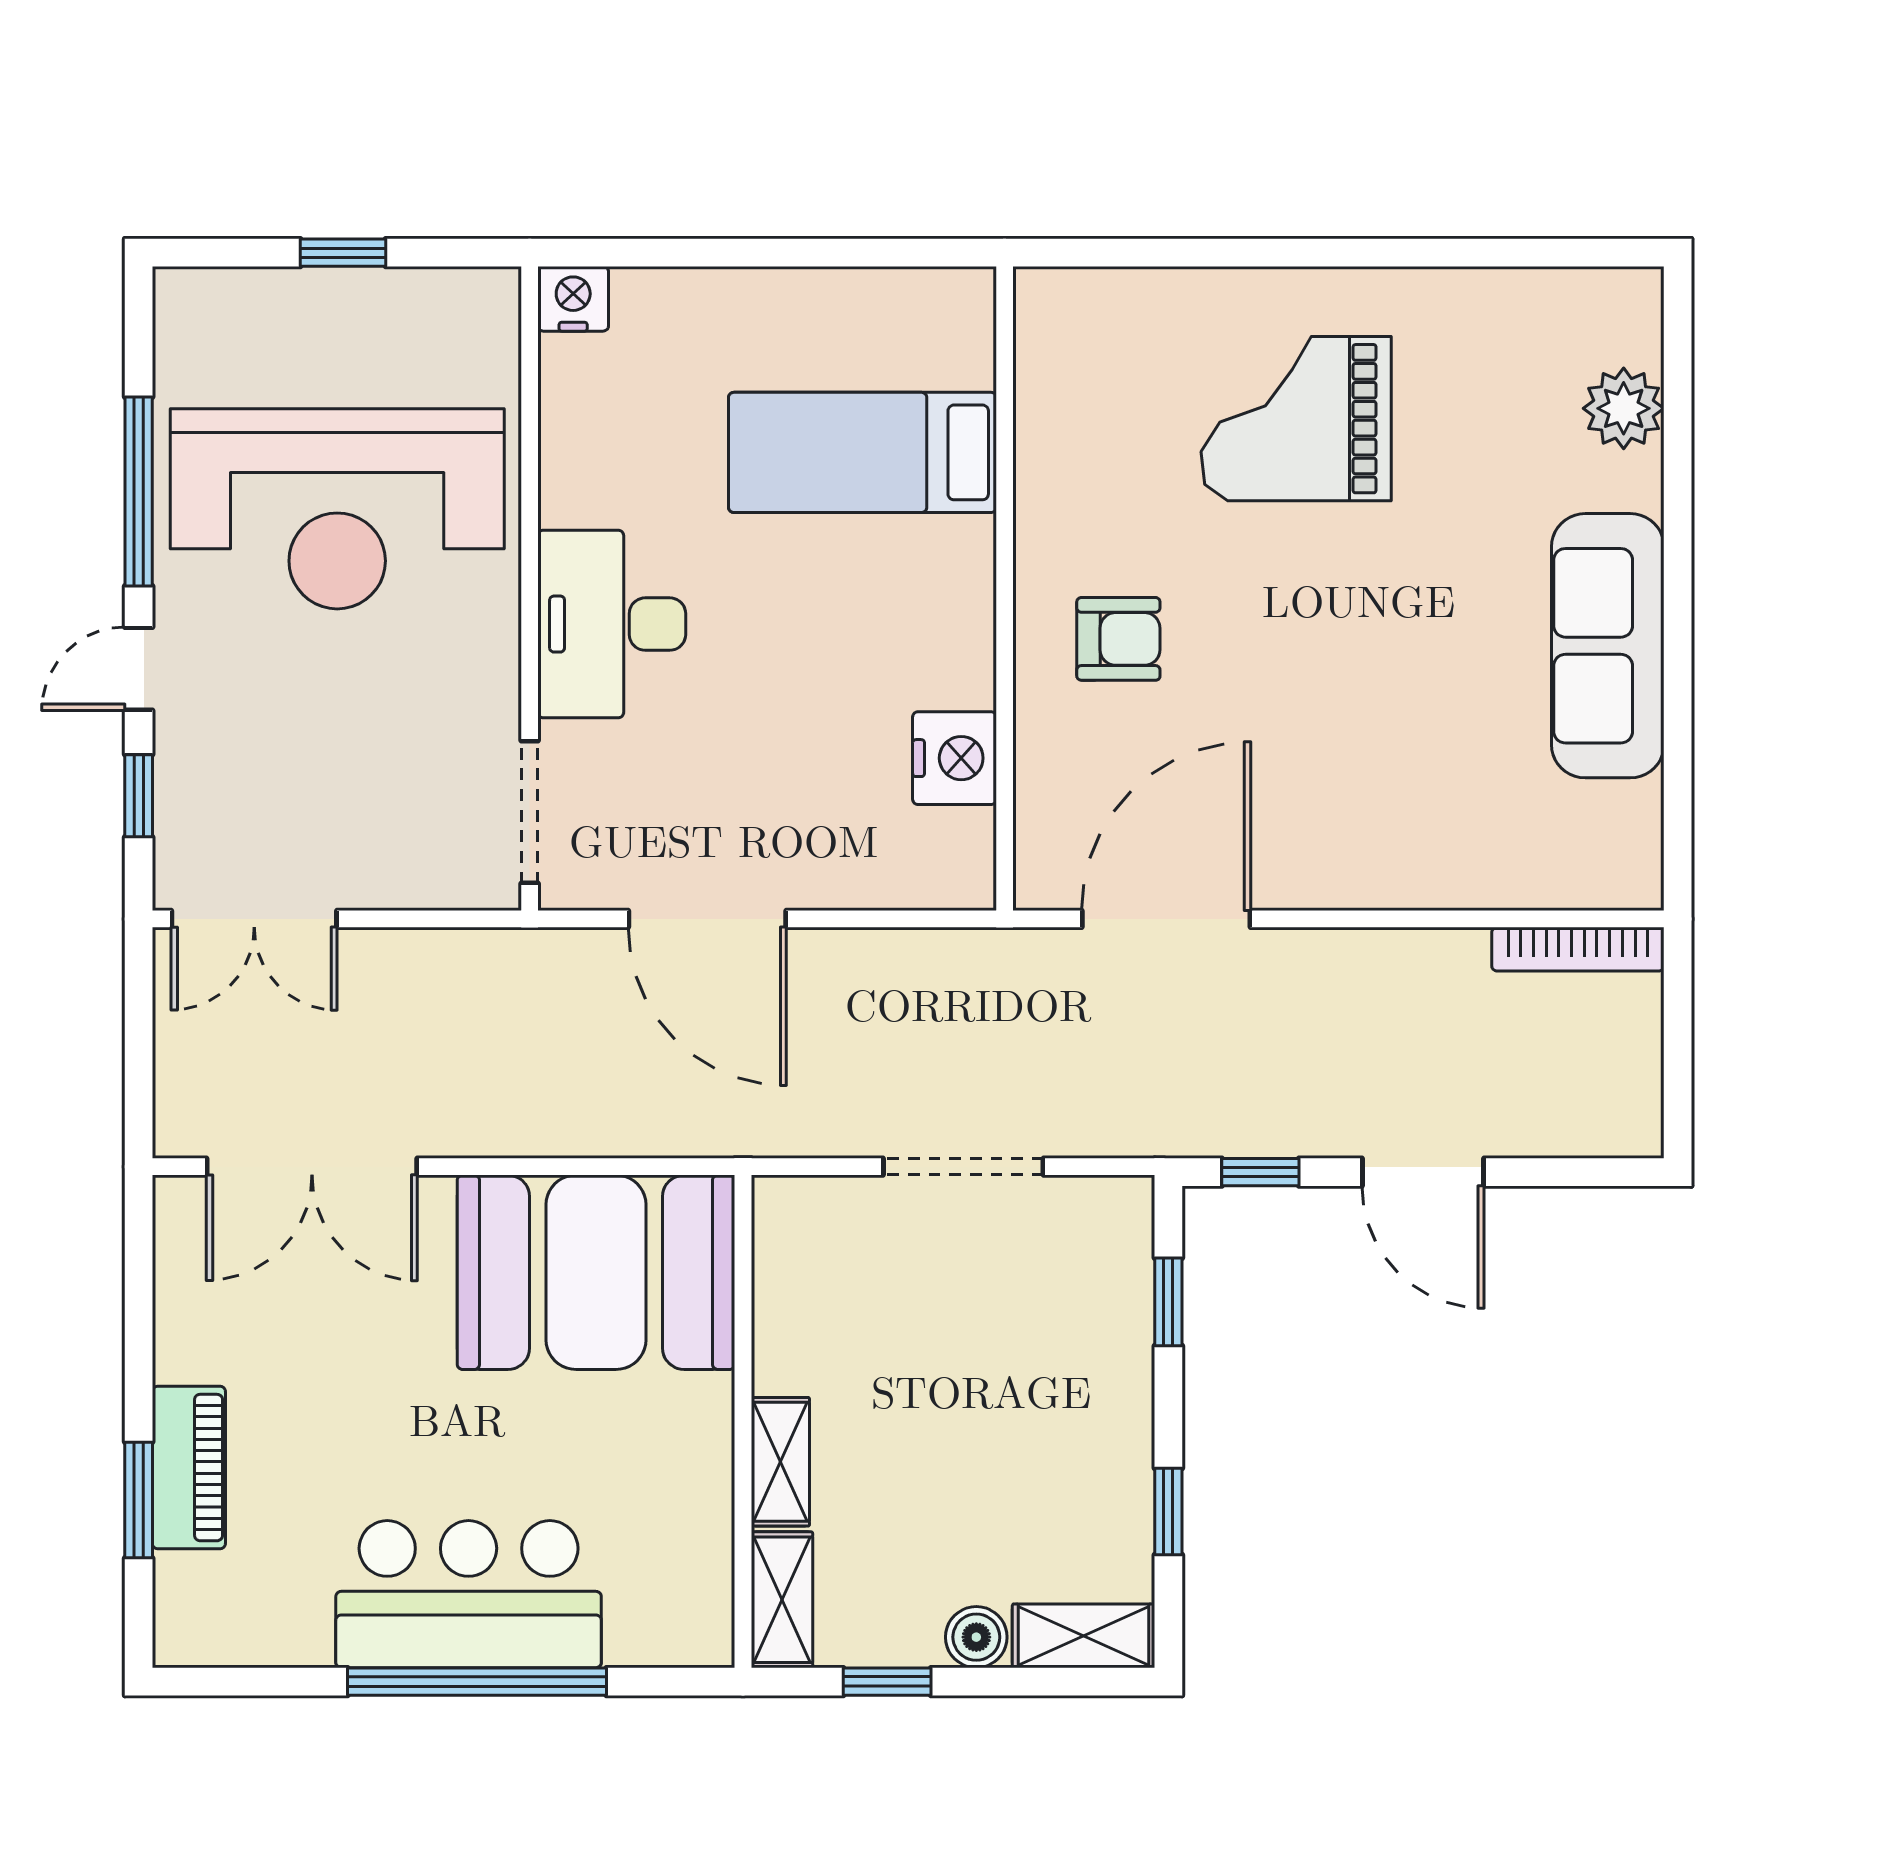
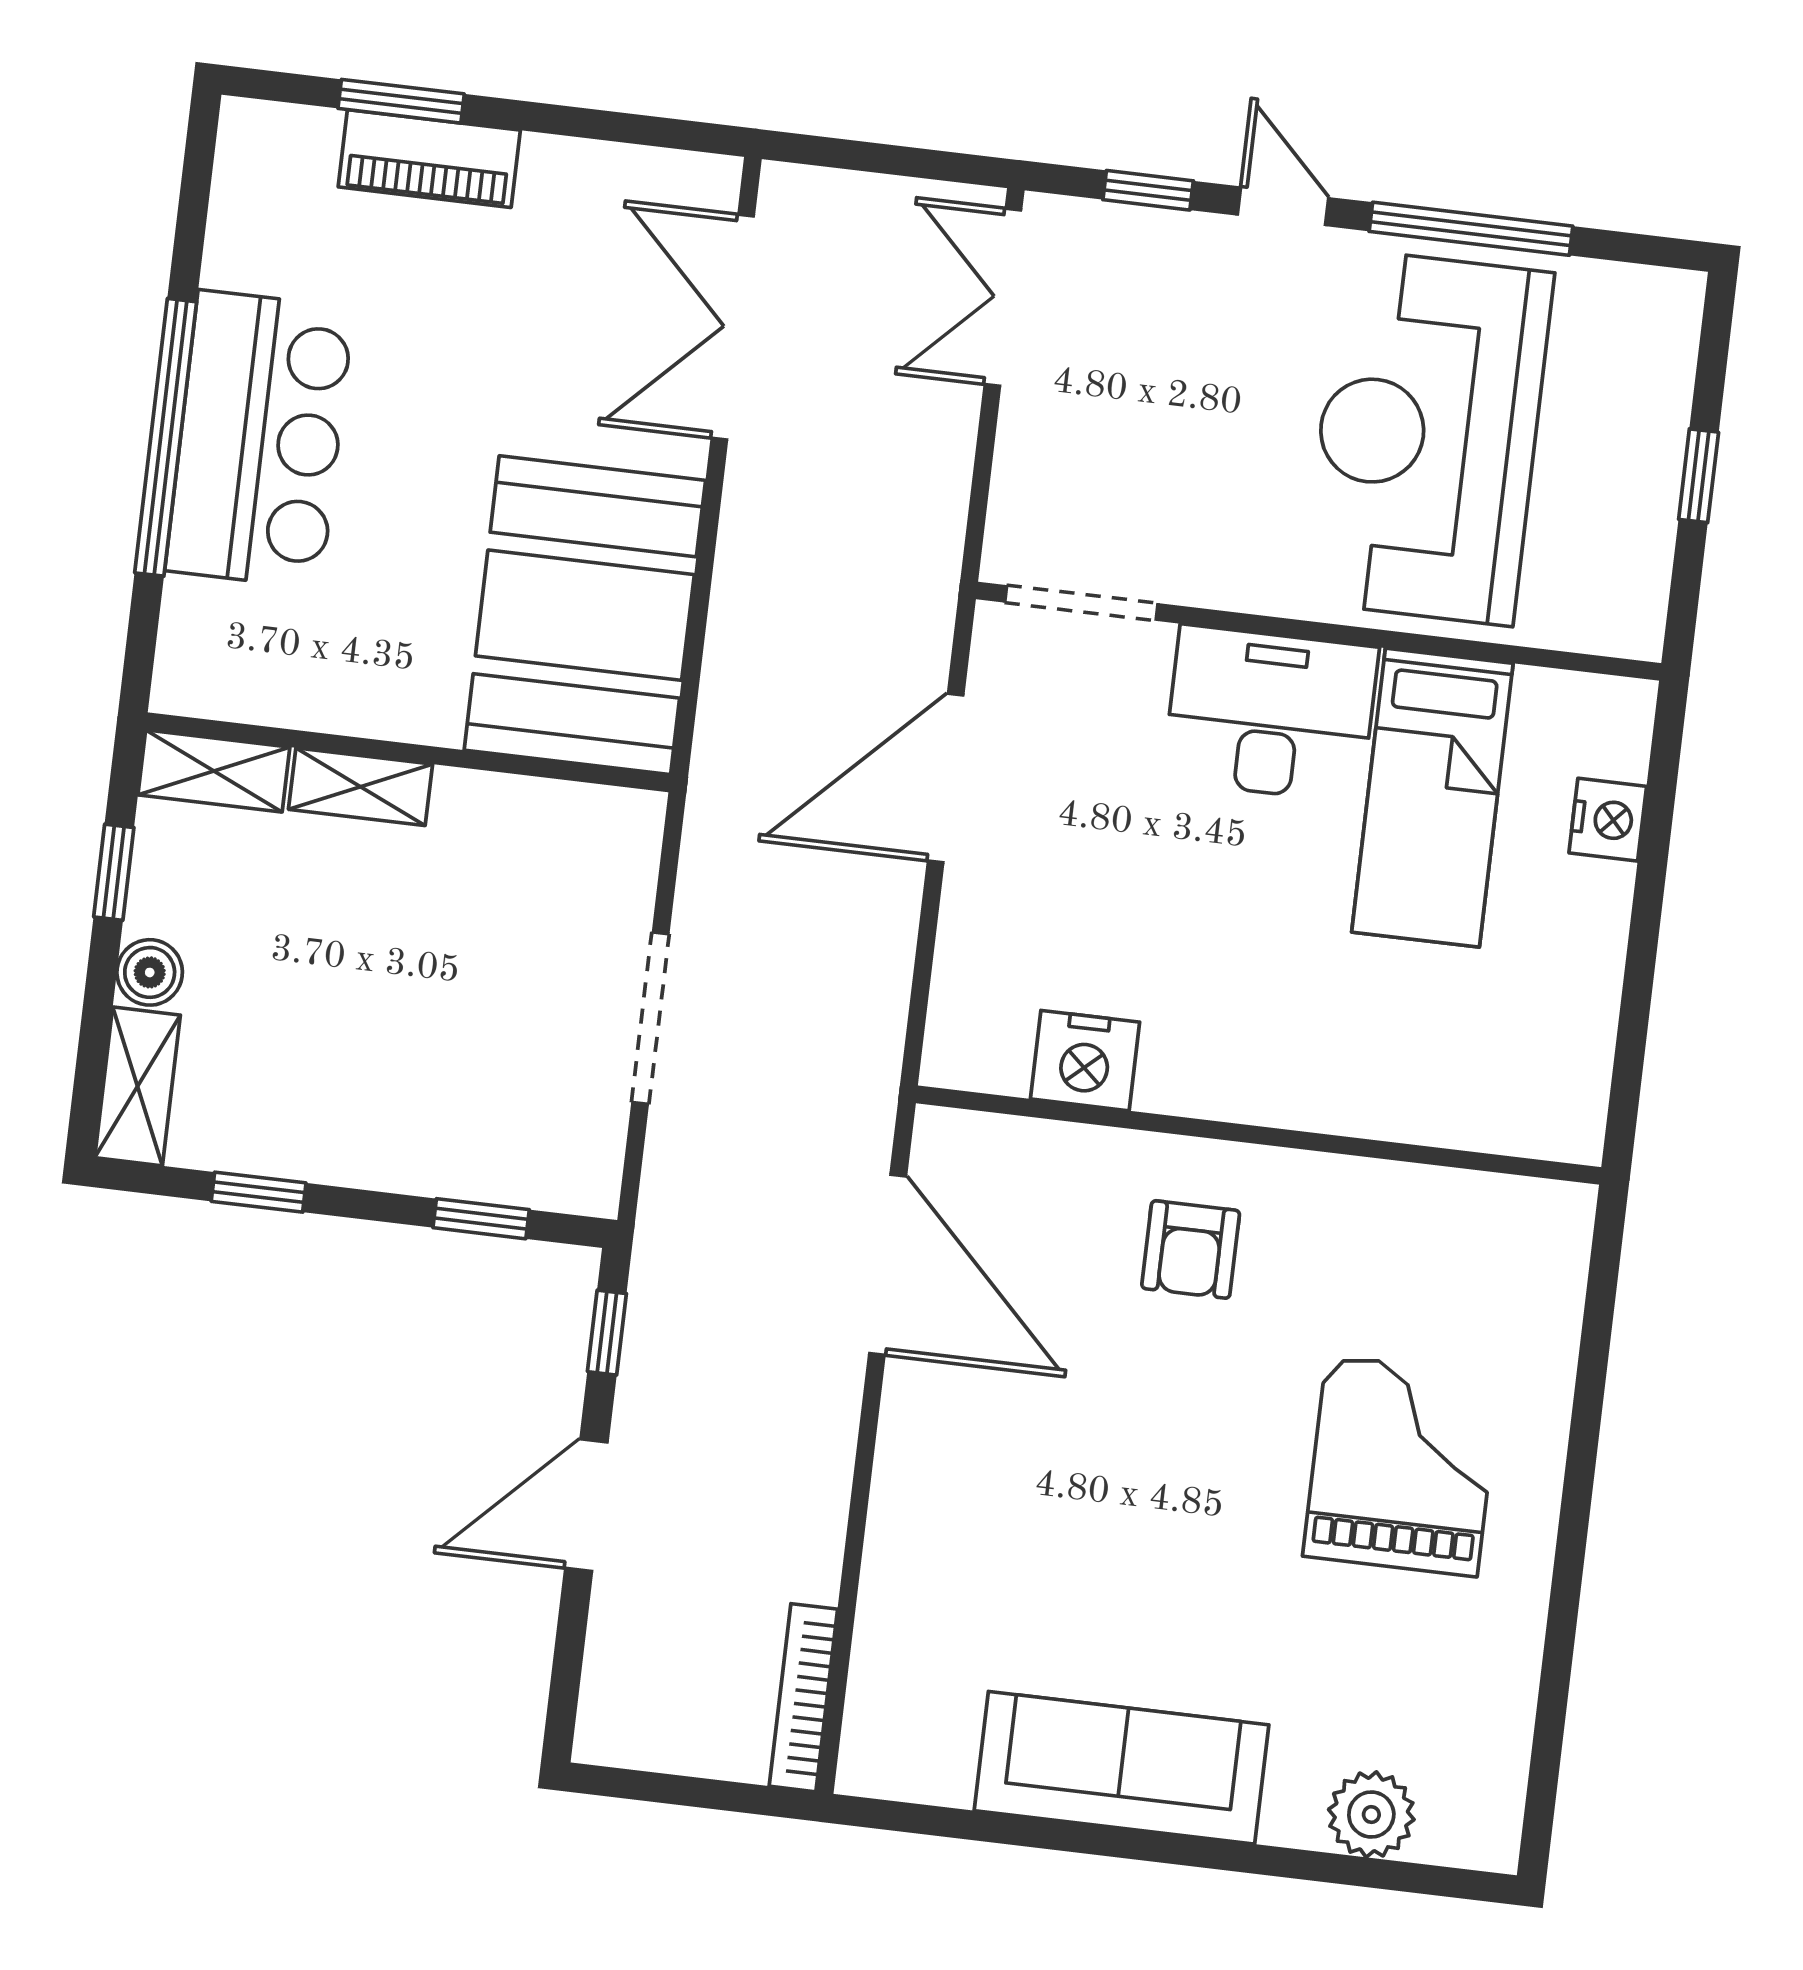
nightstand: (573, 299) -> (1608, 820), moved
bed: (862, 452) -> (1432, 798), moved, turned 180

